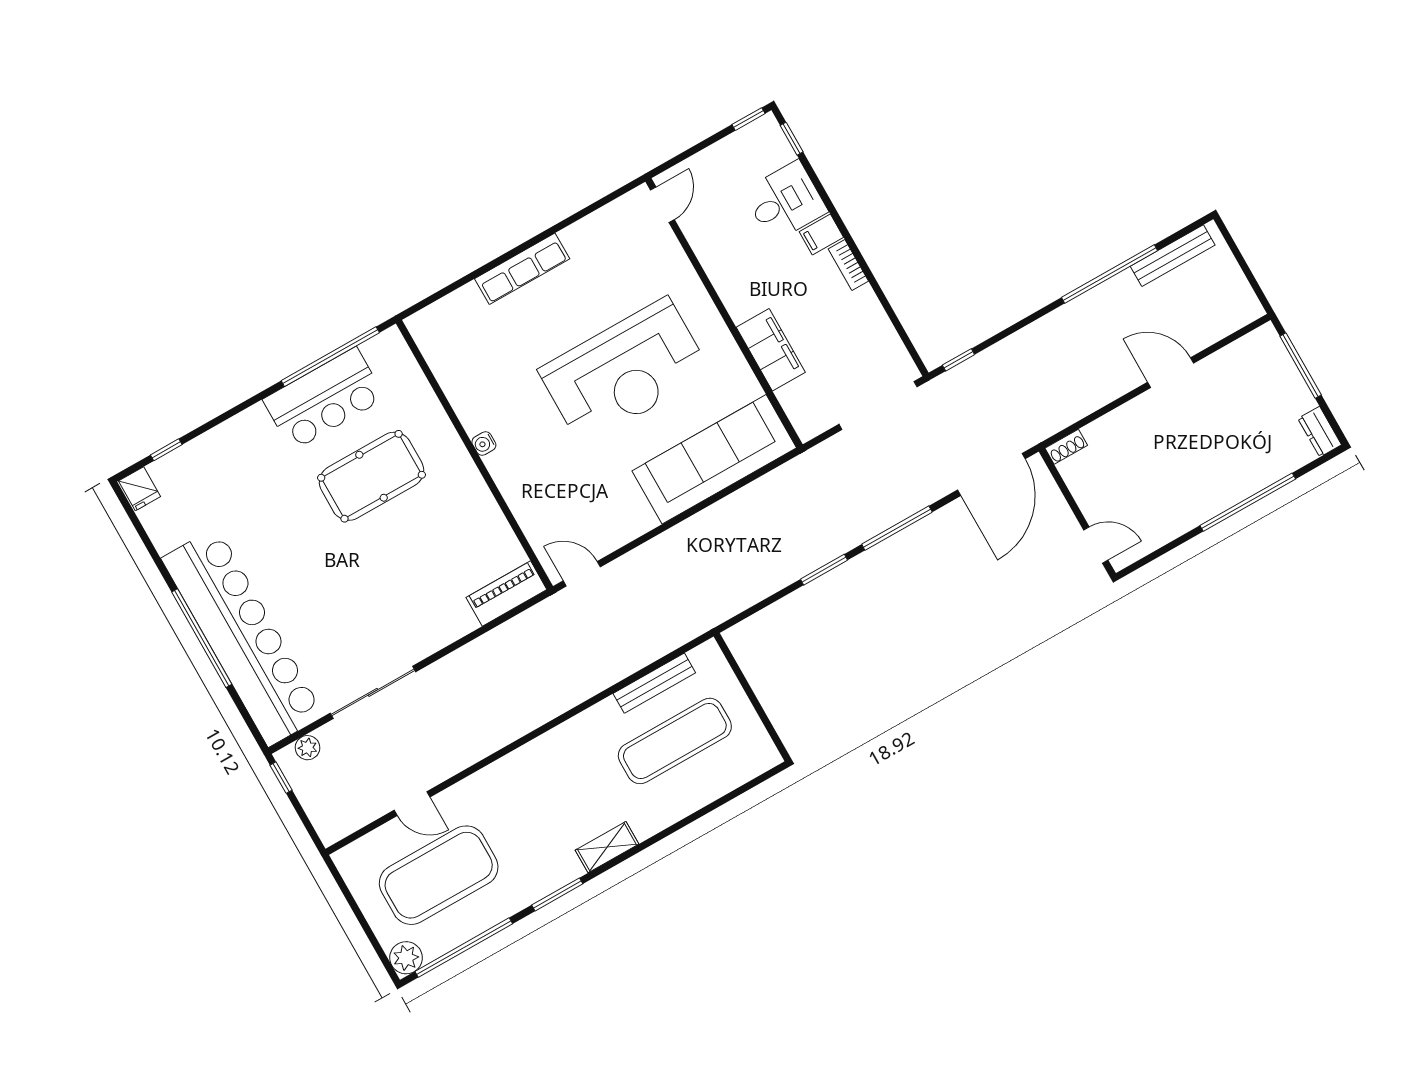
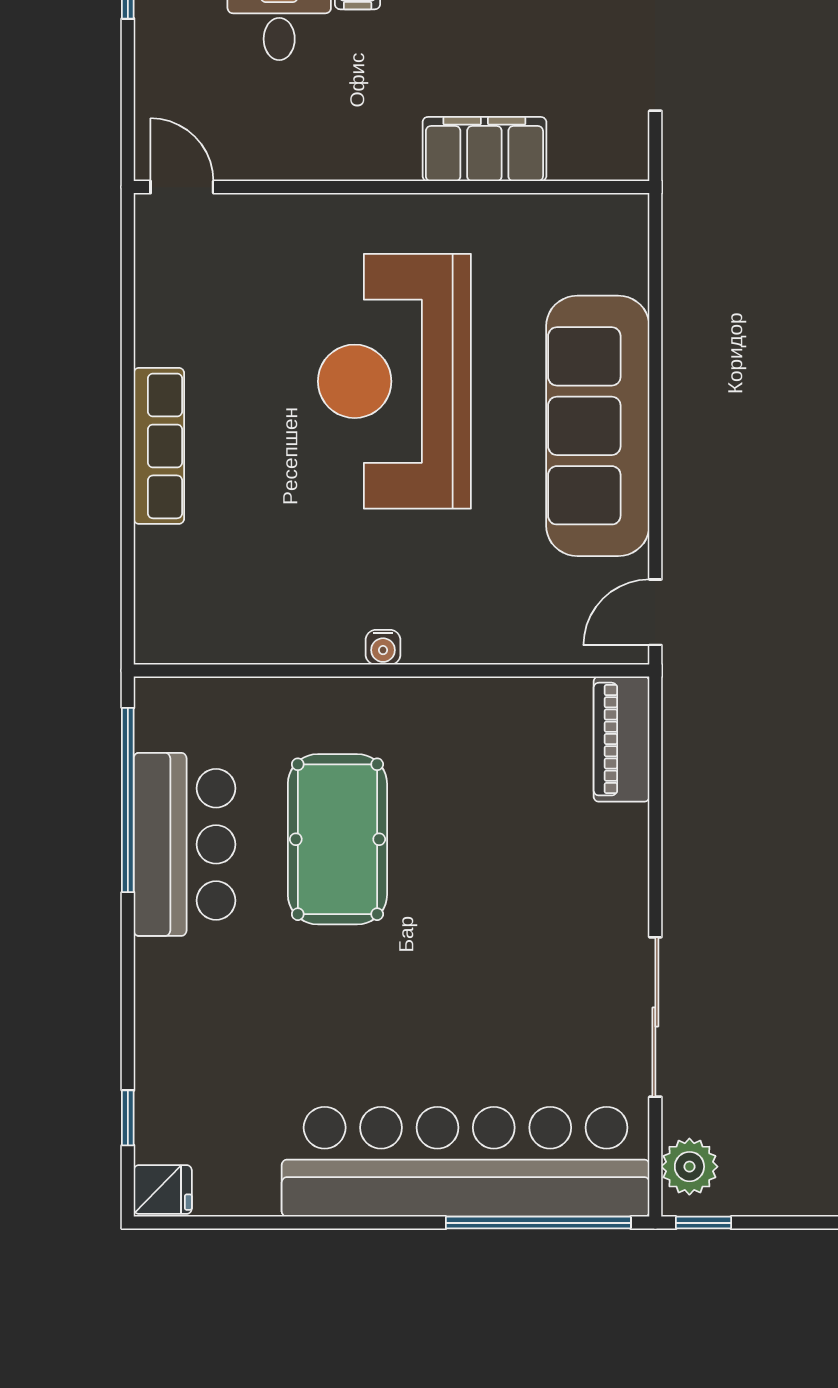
reception desk: (625, 371) -> (394, 381), turned 180
sofa: (714, 459) -> (598, 426), moved
window: (202, 638) -> (538, 1223), moved
plant: (307, 748) -> (689, 1167), width x1.38, depth x1.38

